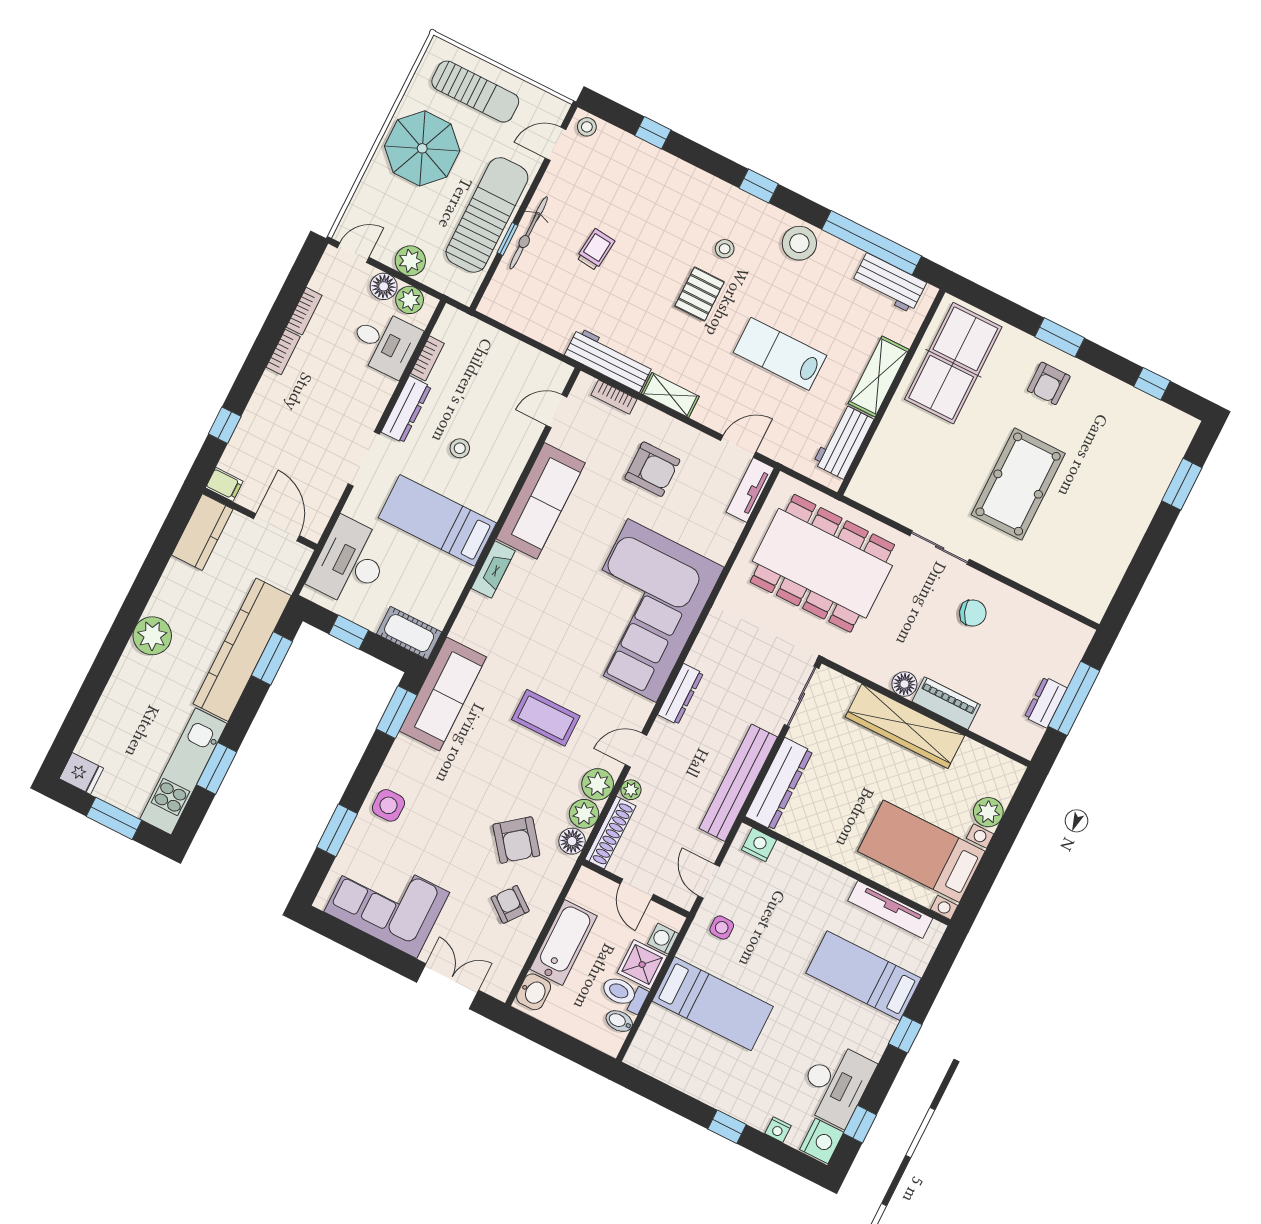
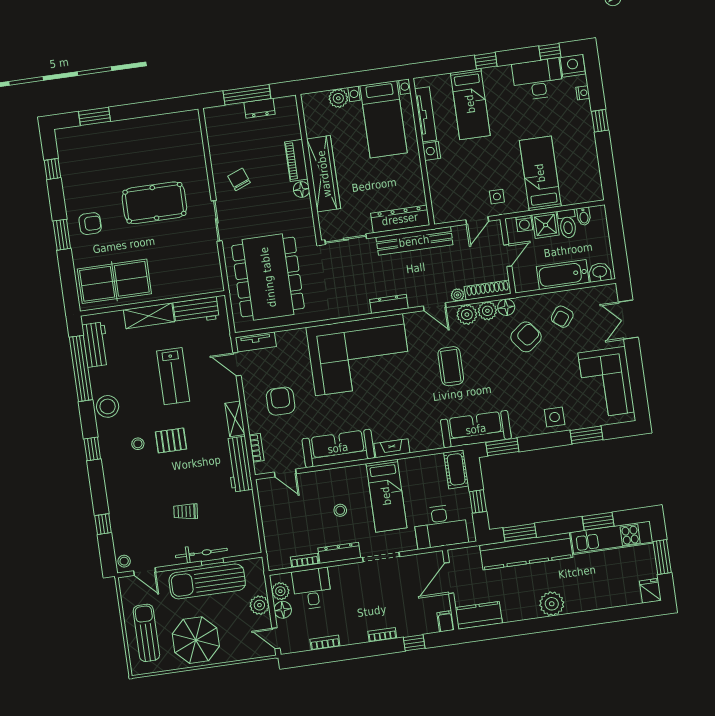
bookcase: (283, 352) -> (382, 635), moved
nightstand: (759, 845) -> (432, 151), moved

